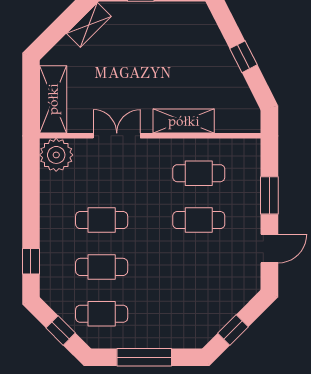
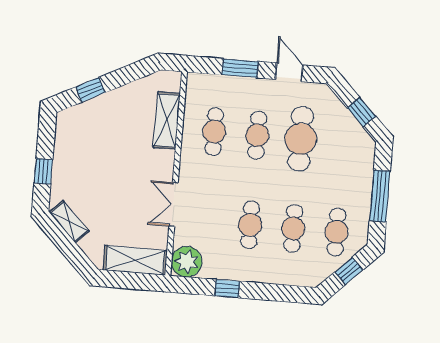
window: (243, 57) -> (90, 90), moved
shelving: (184, 121) -> (167, 120), moved
window: (31, 261) -> (227, 289), moved
cafe table: (199, 267) -> (301, 139), added

